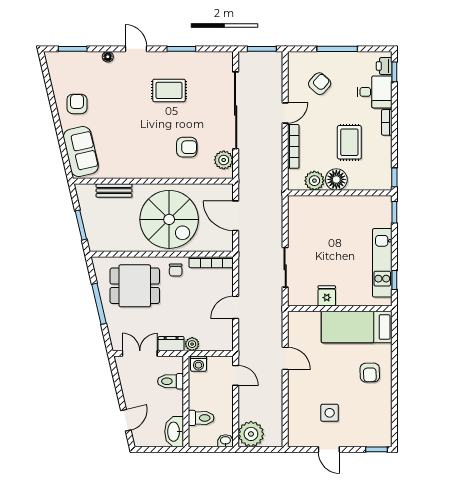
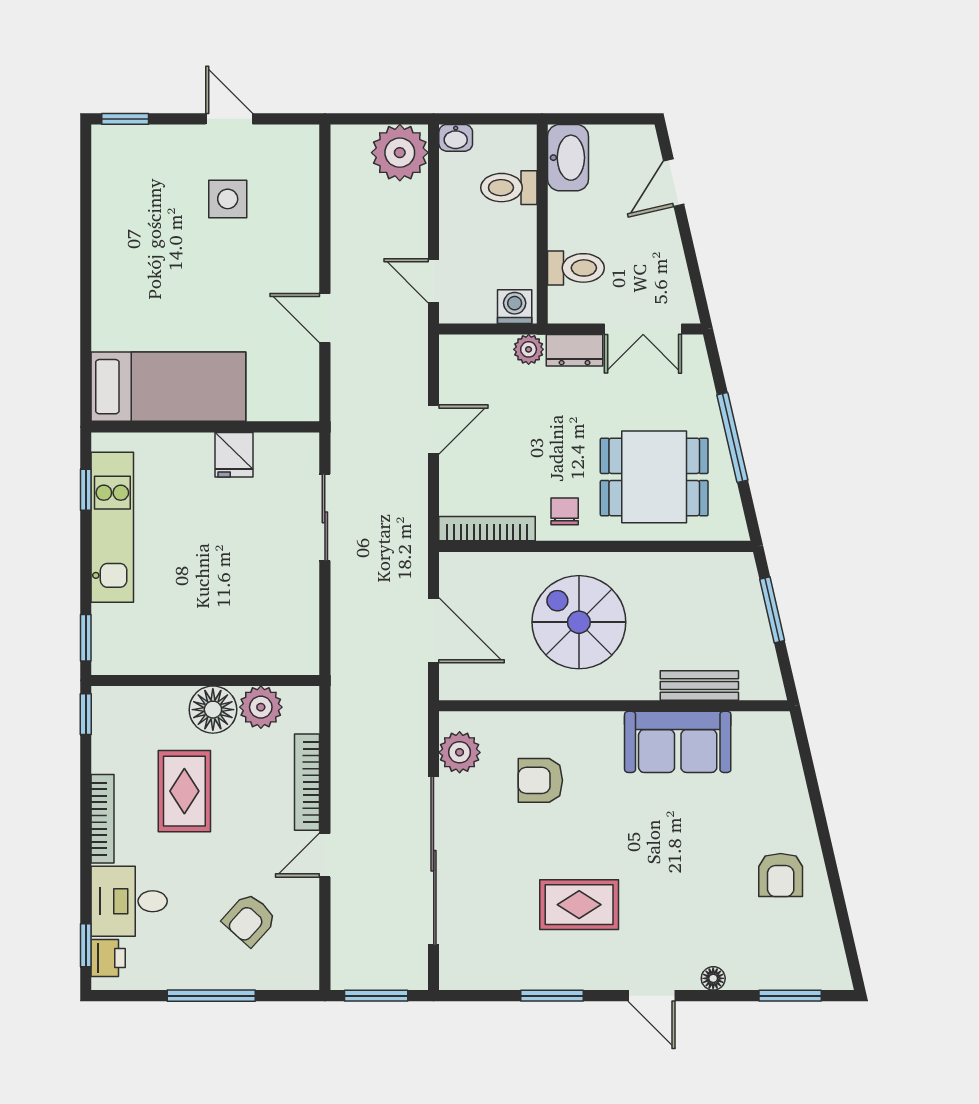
bookcase: (387, 122) -> (102, 819), width x1.56
sofa: (81, 152) -> (678, 742), moved, turned -77
spiral stairs: (169, 219) -> (579, 622), width x0.73, depth x0.73
armchair: (370, 373) -> (140, 287), removed

